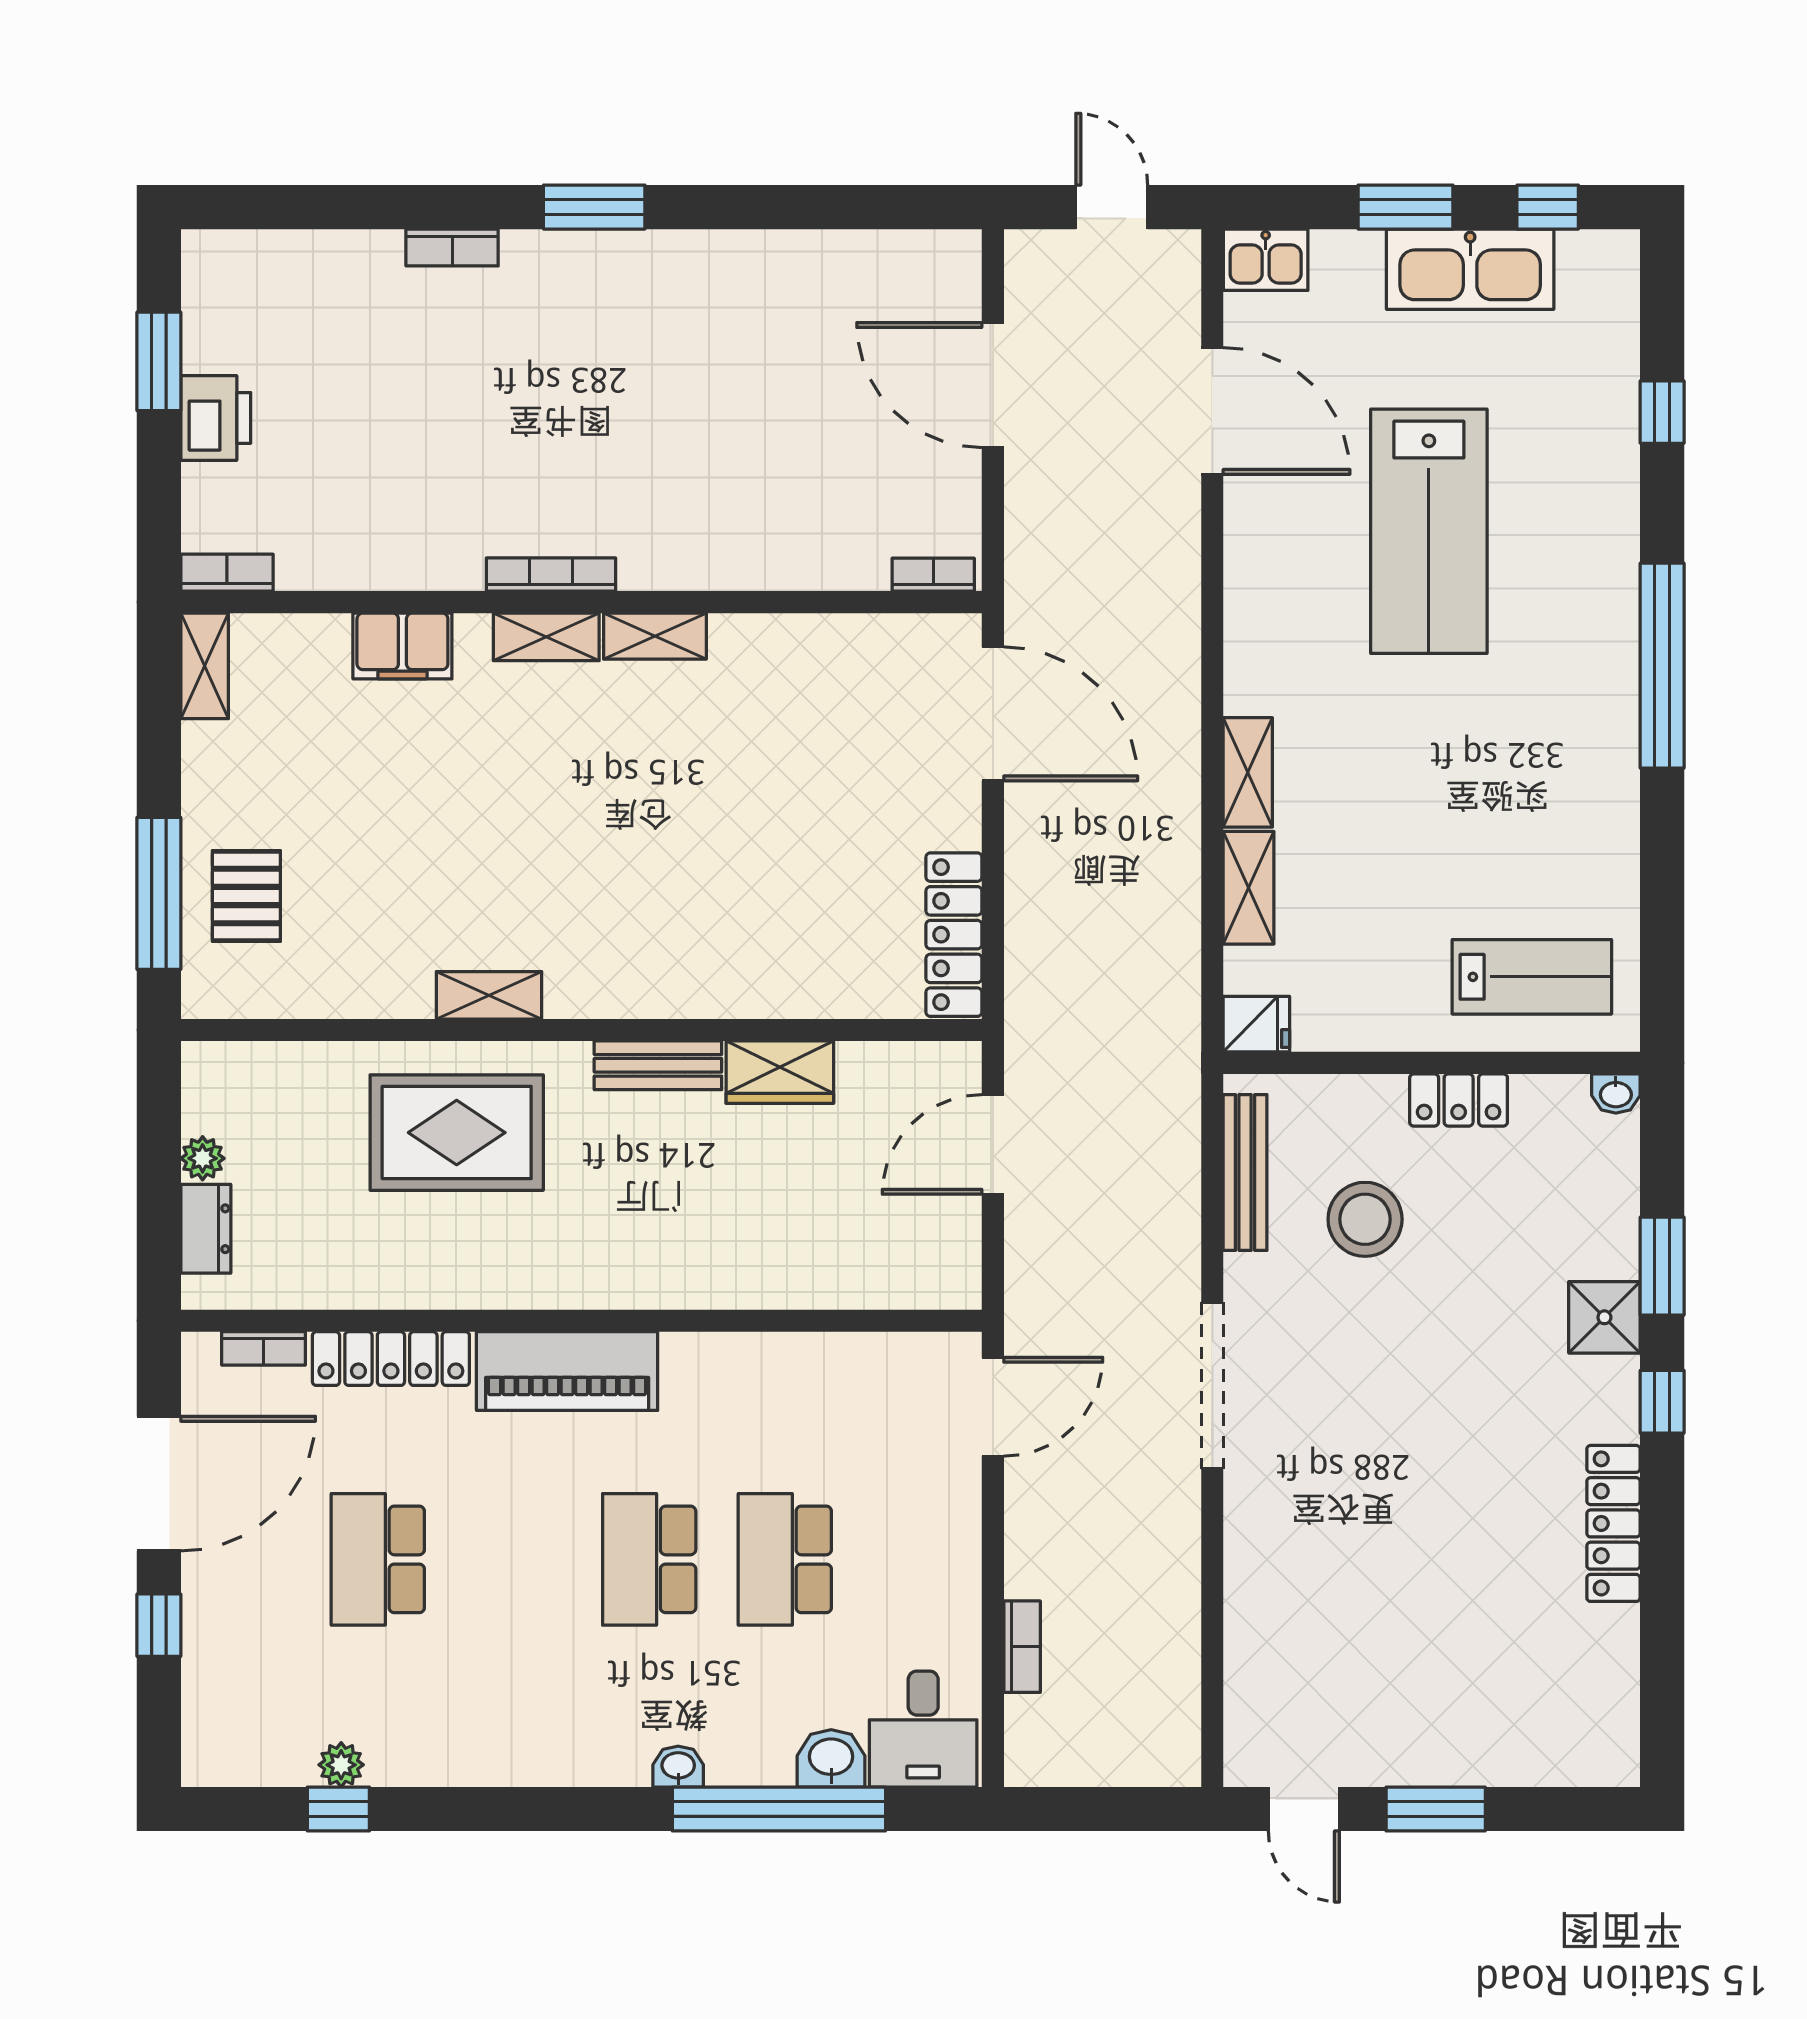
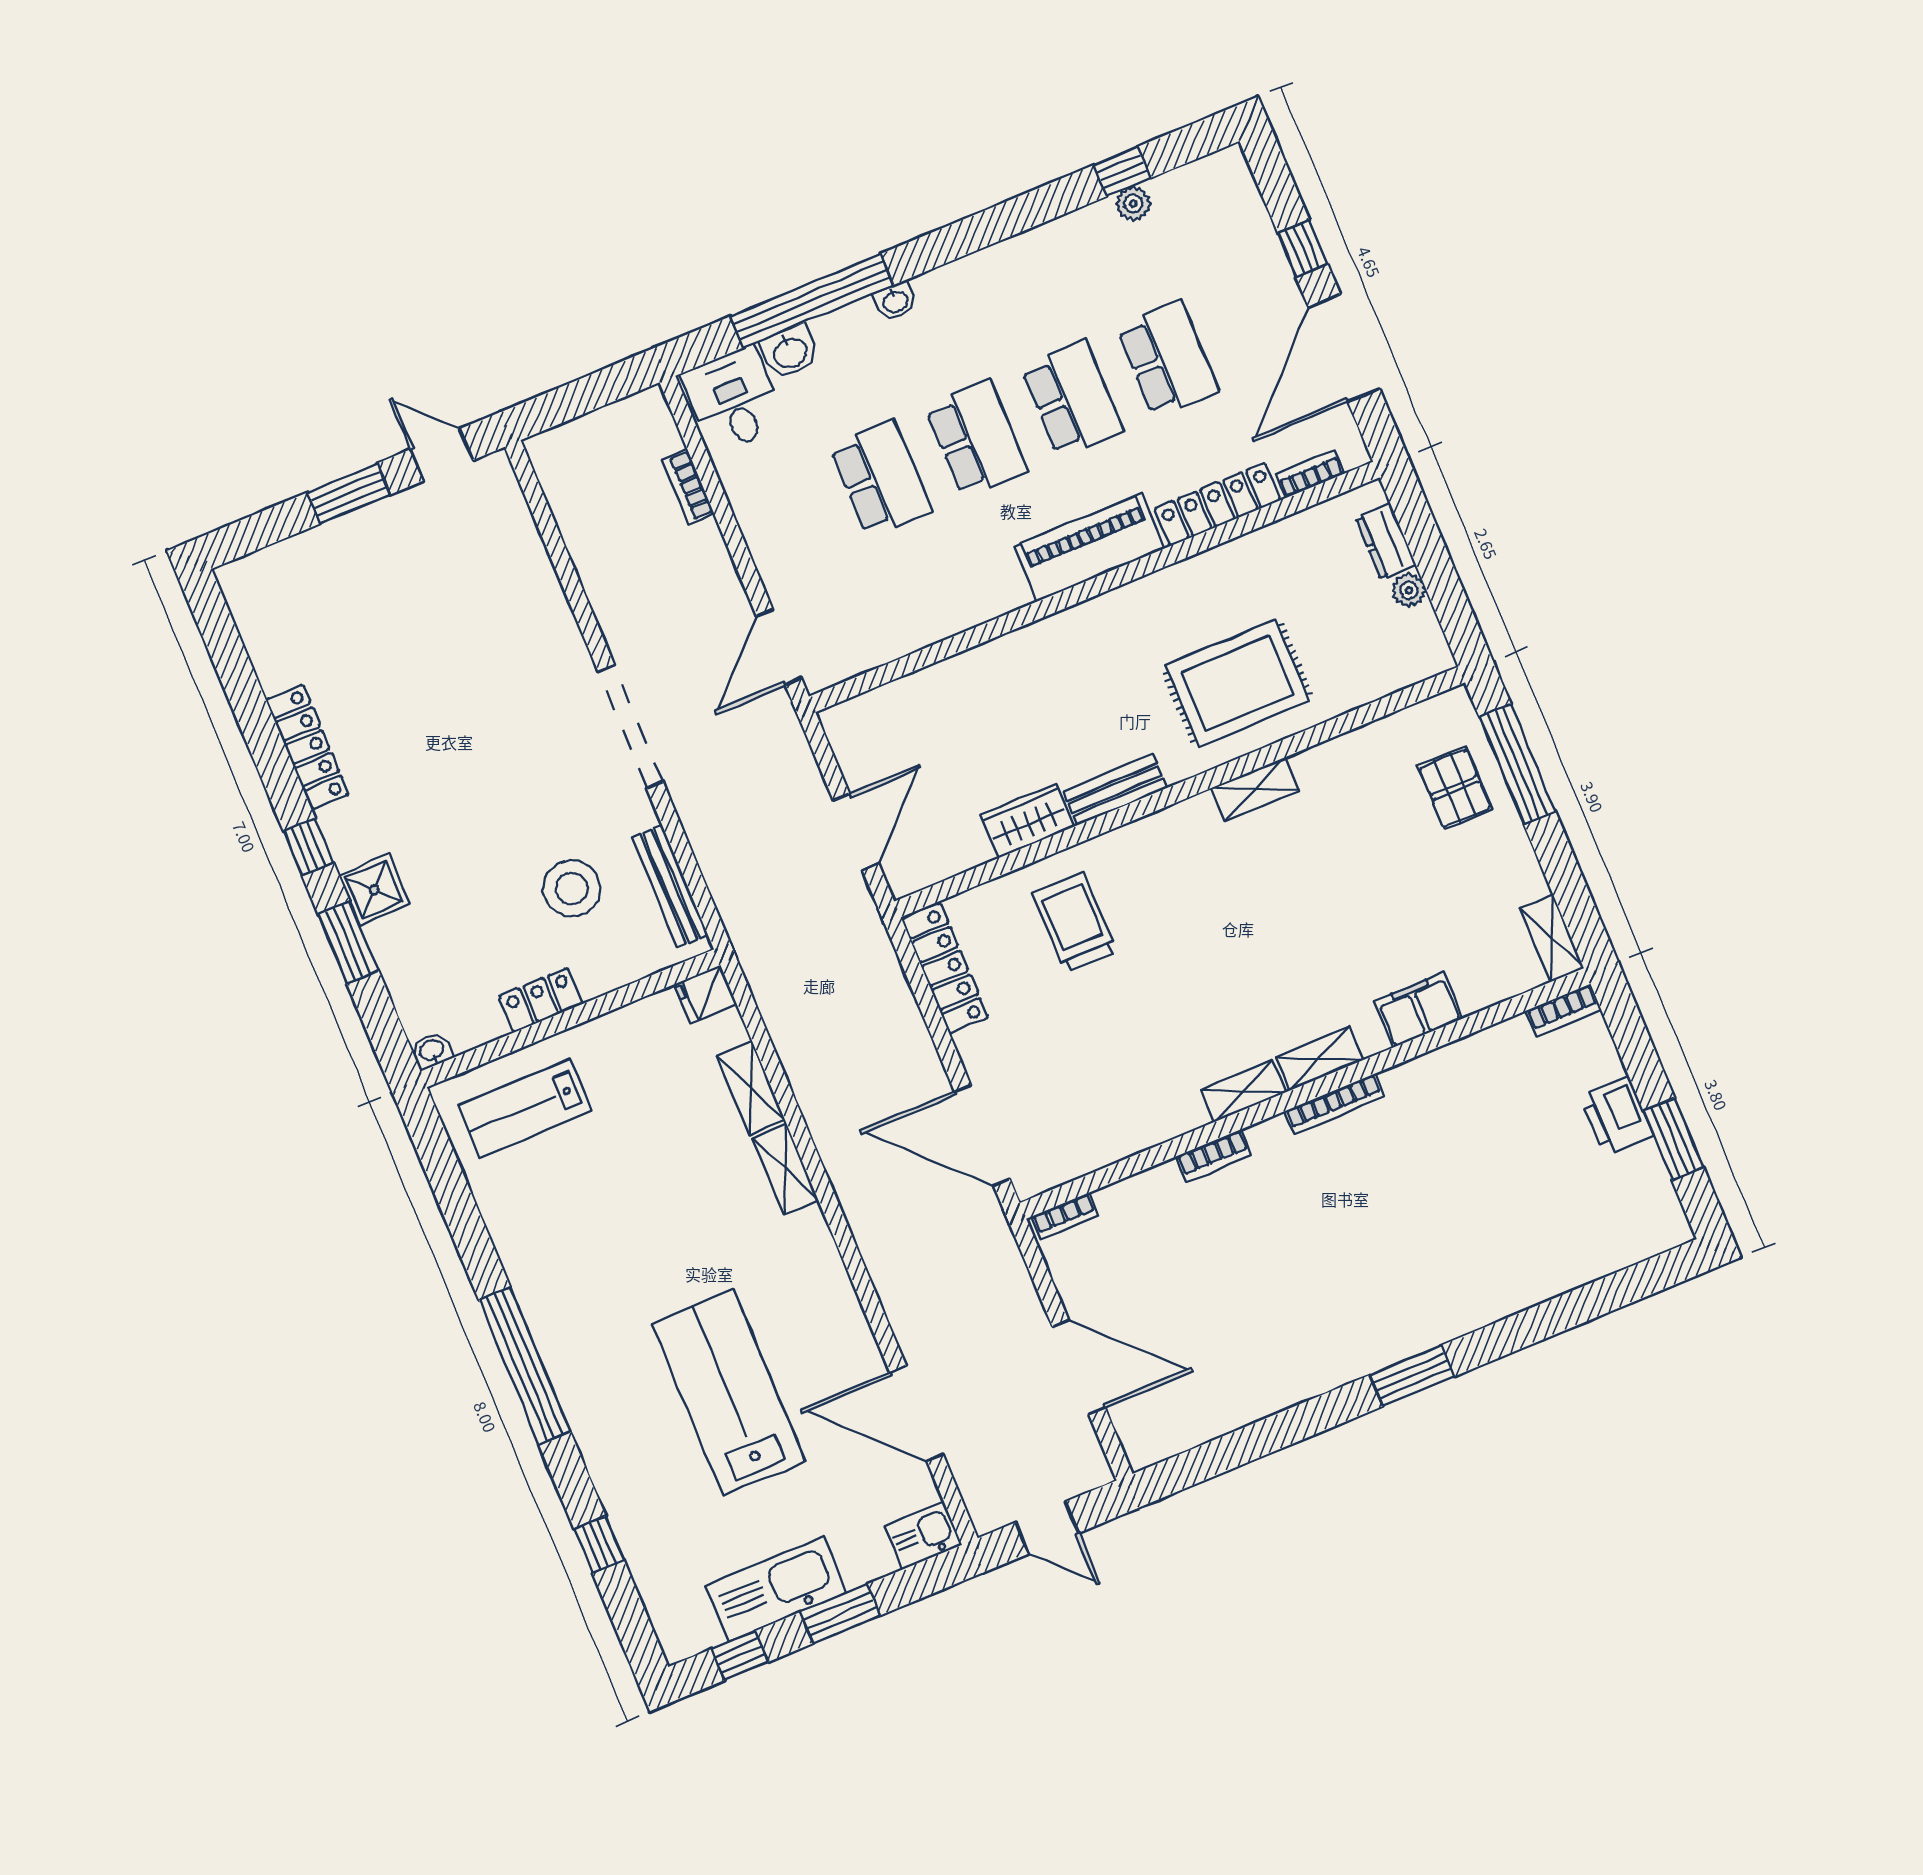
bookcase: (452, 247) -> (1214, 1156), moved, turned 180
trolley: (774, 925) -> (1075, 923), added
school desk: (513, 1559) -> (1072, 399), added

